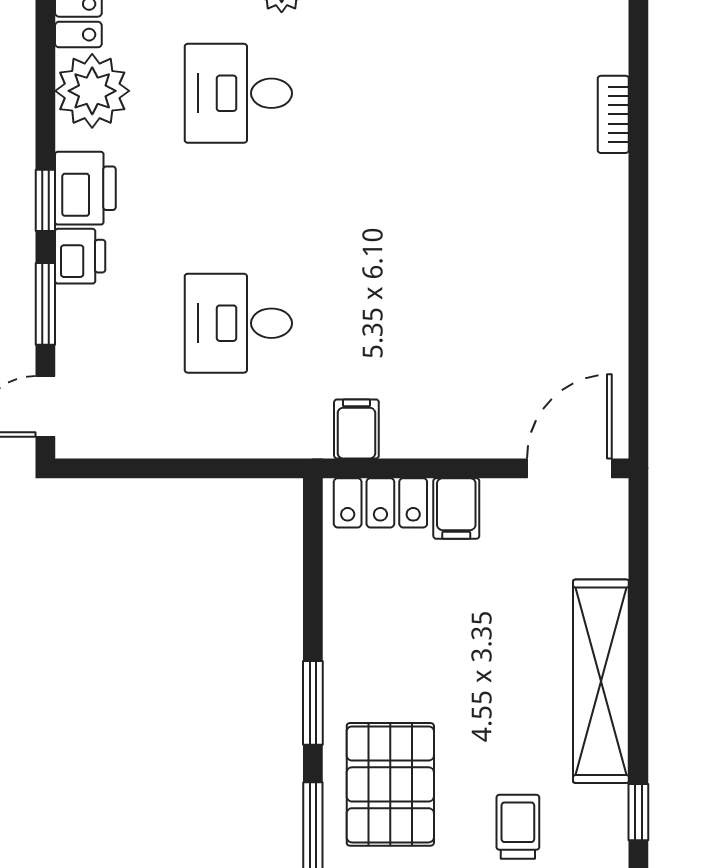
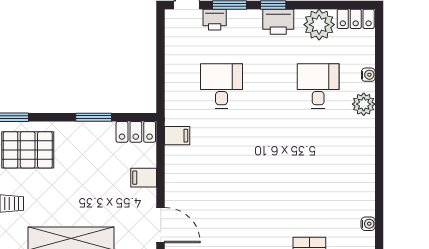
printer: (80, 256) -> (215, 20), moved
locker: (380, 503) -> (136, 132), moved, turned -90
window: (313, 703) -> (94, 117), moved

